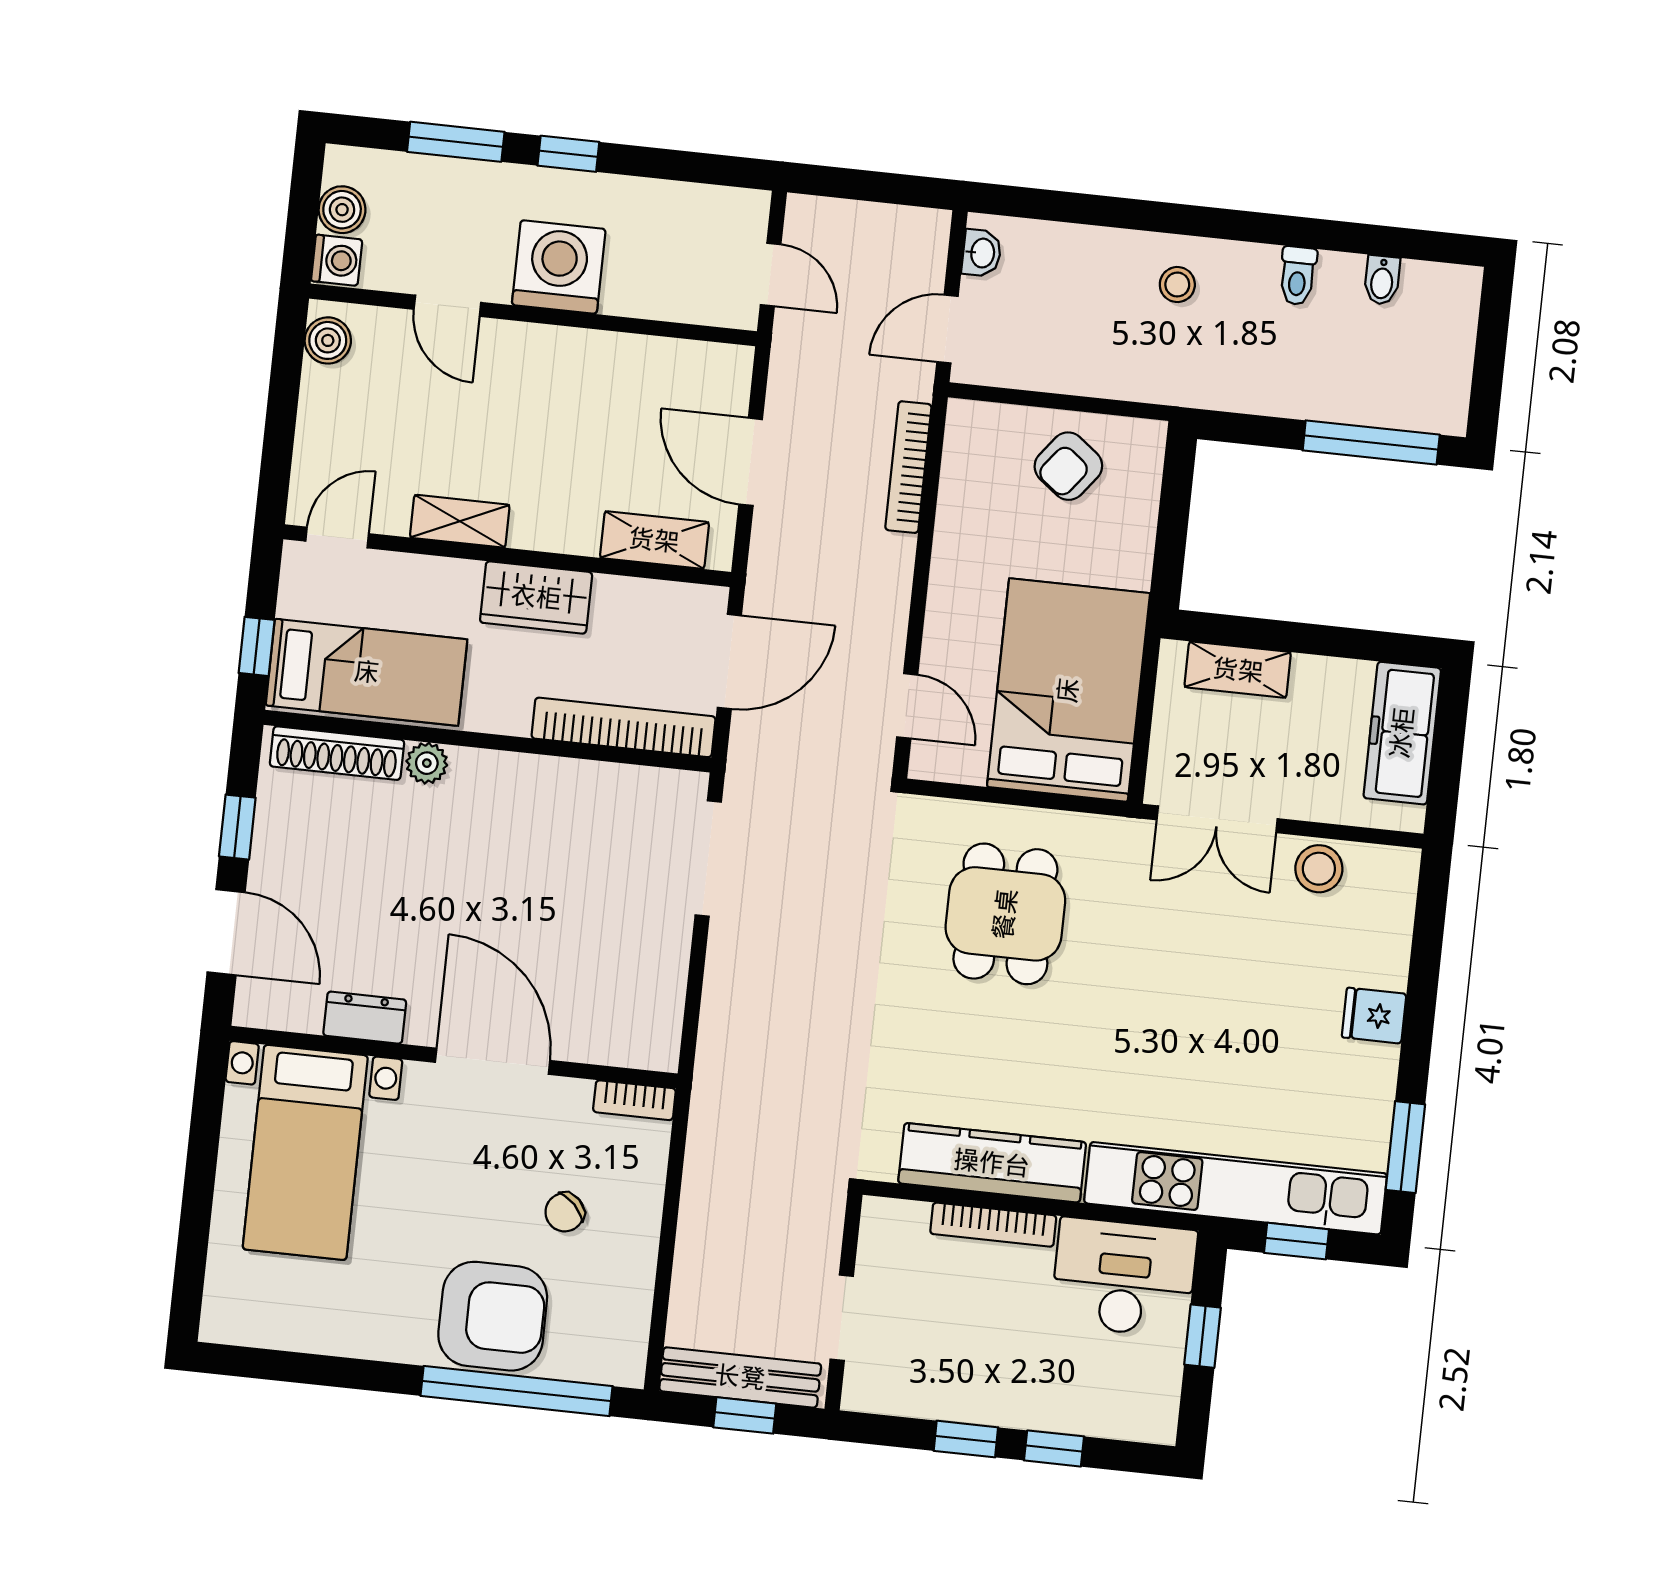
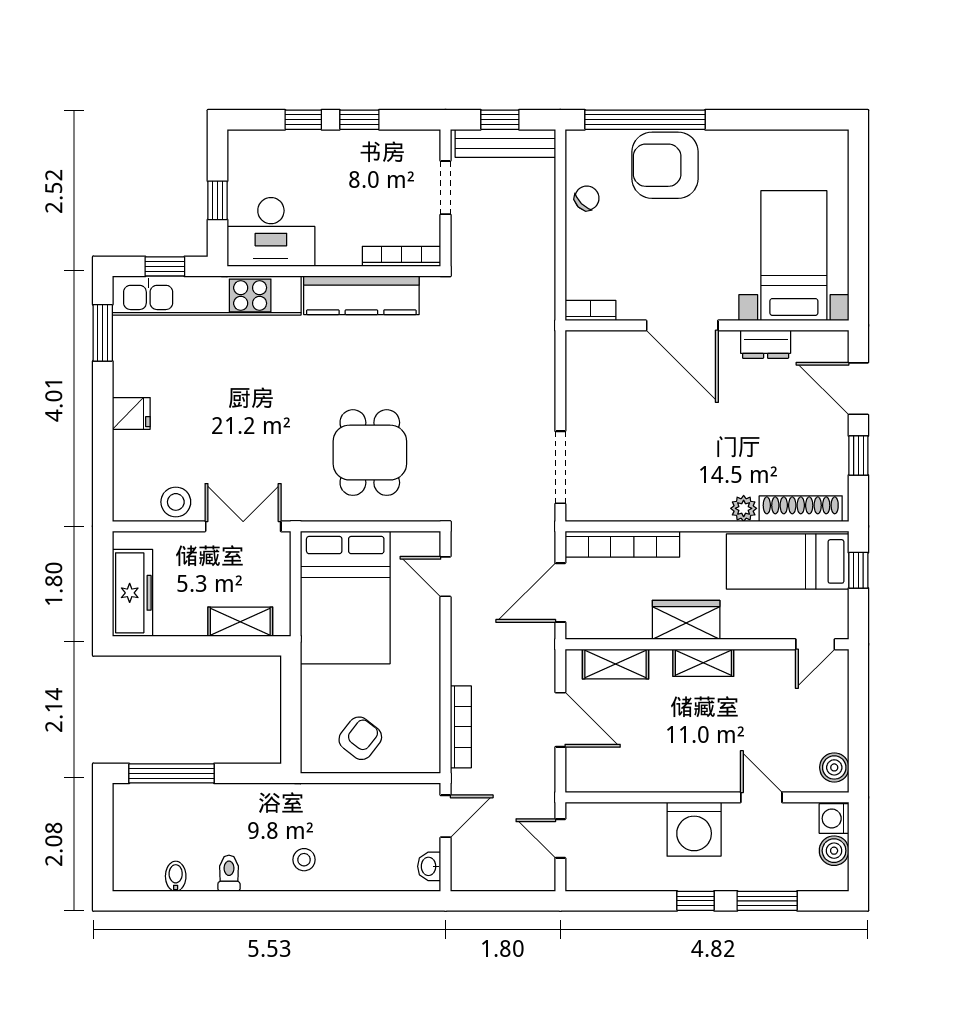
shelving: (460, 521) -> (703, 663), moved
chair: (565, 1212) -> (587, 198), moved
bookcase: (993, 1225) -> (402, 256), moved

